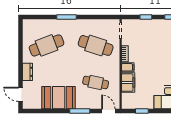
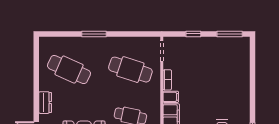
cafe table: (47, 45) -> (69, 70), turned 45

